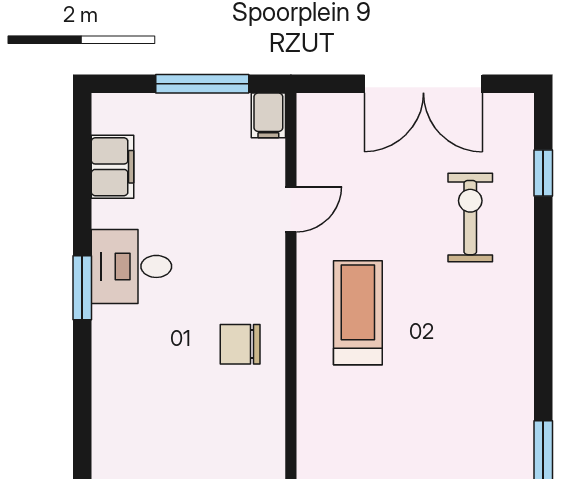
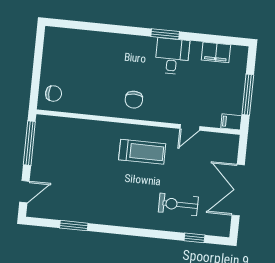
door: (291, 209) -> (190, 127), hinge flipped
exercise bike: (470, 218) -> (178, 204), turned 180
chair: (240, 344) -> (134, 100), turned 180

